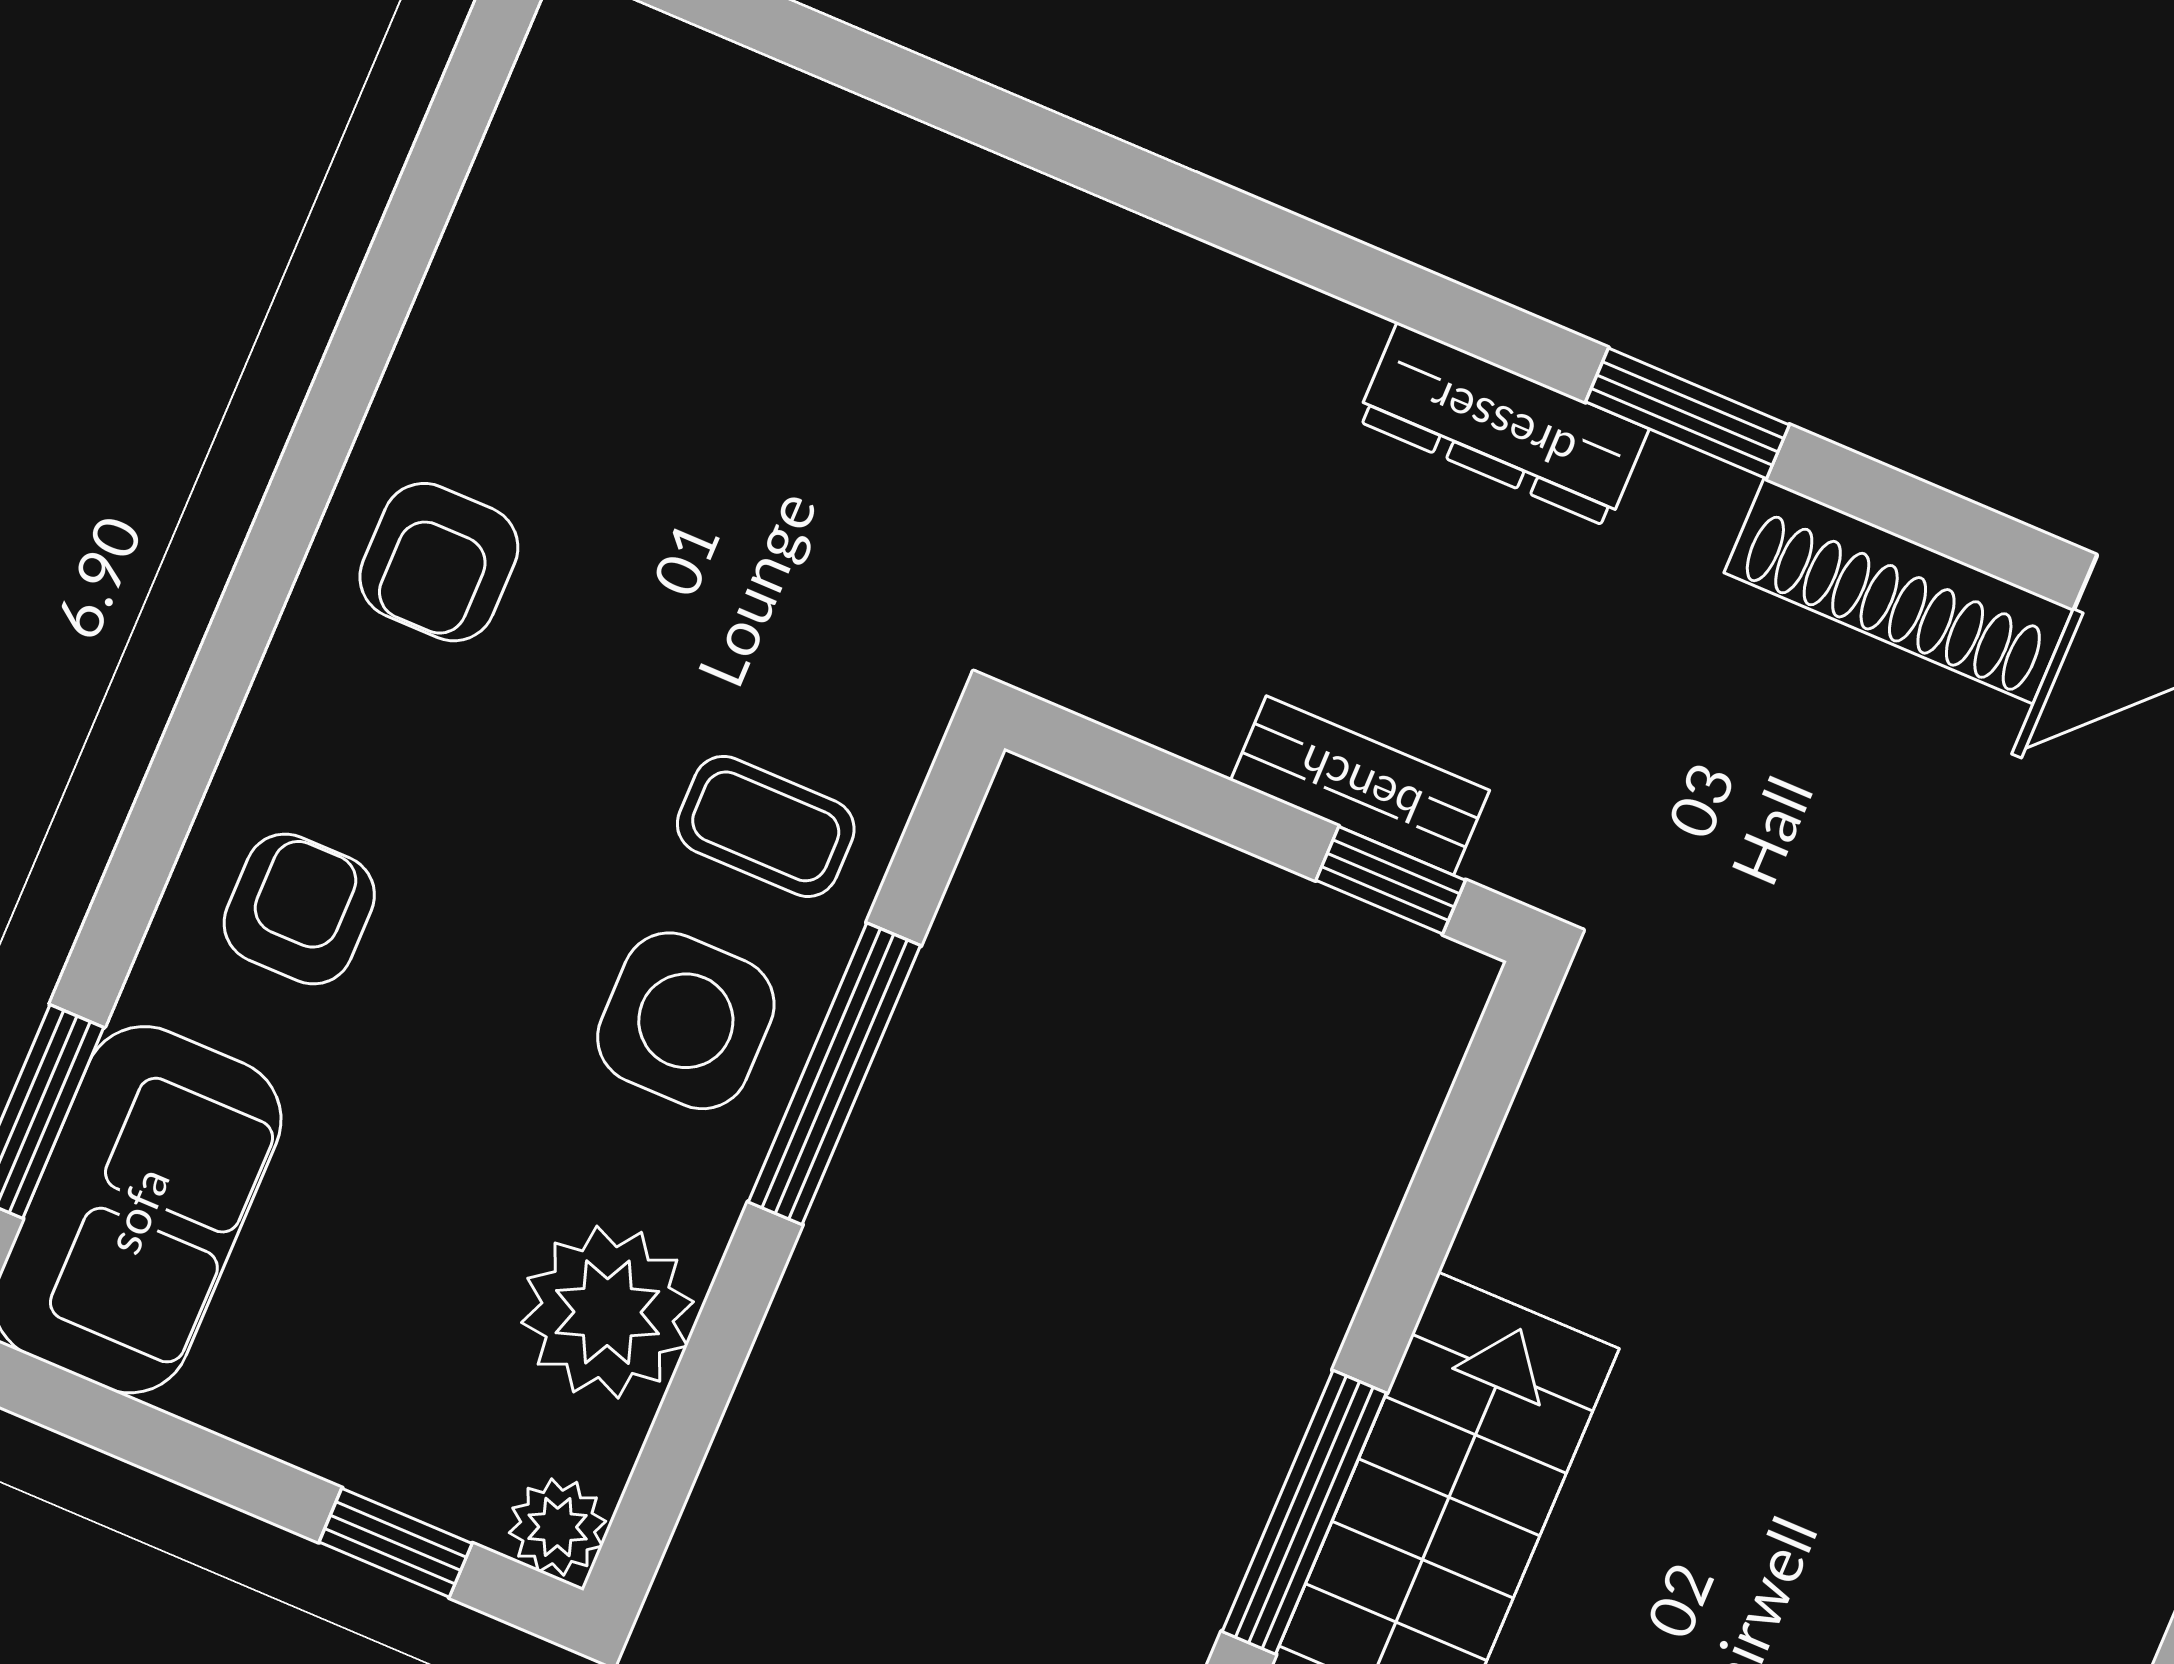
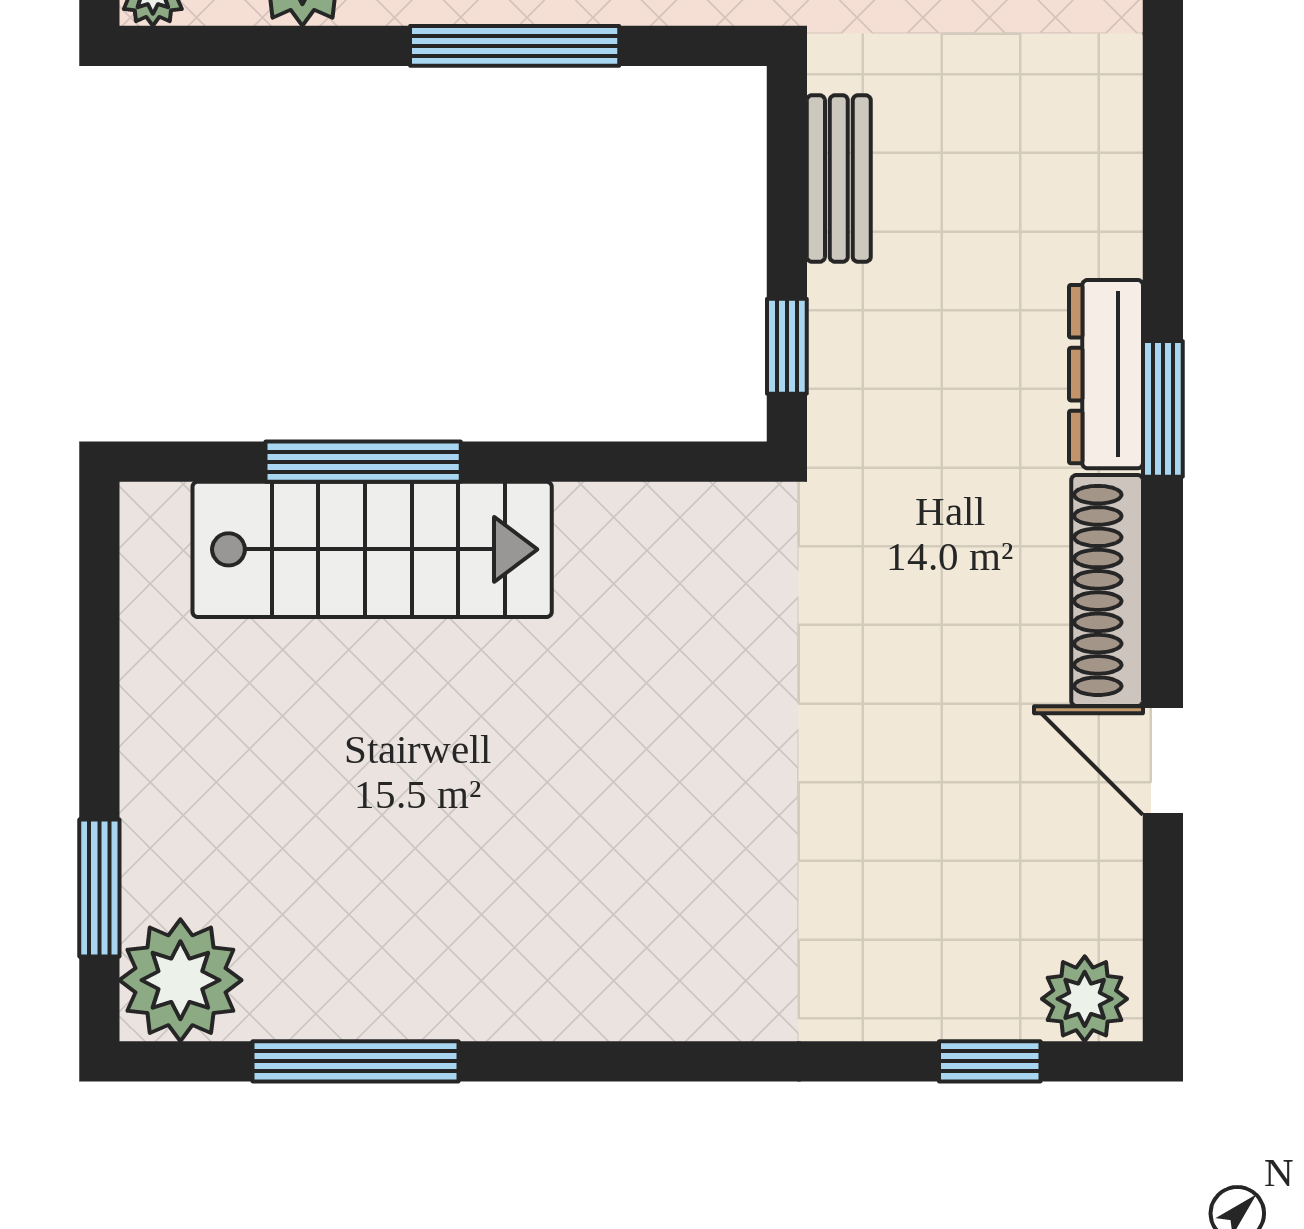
dresser: (1502, 425) -> (1106, 374), moved
bench: (1360, 785) -> (839, 179), moved

